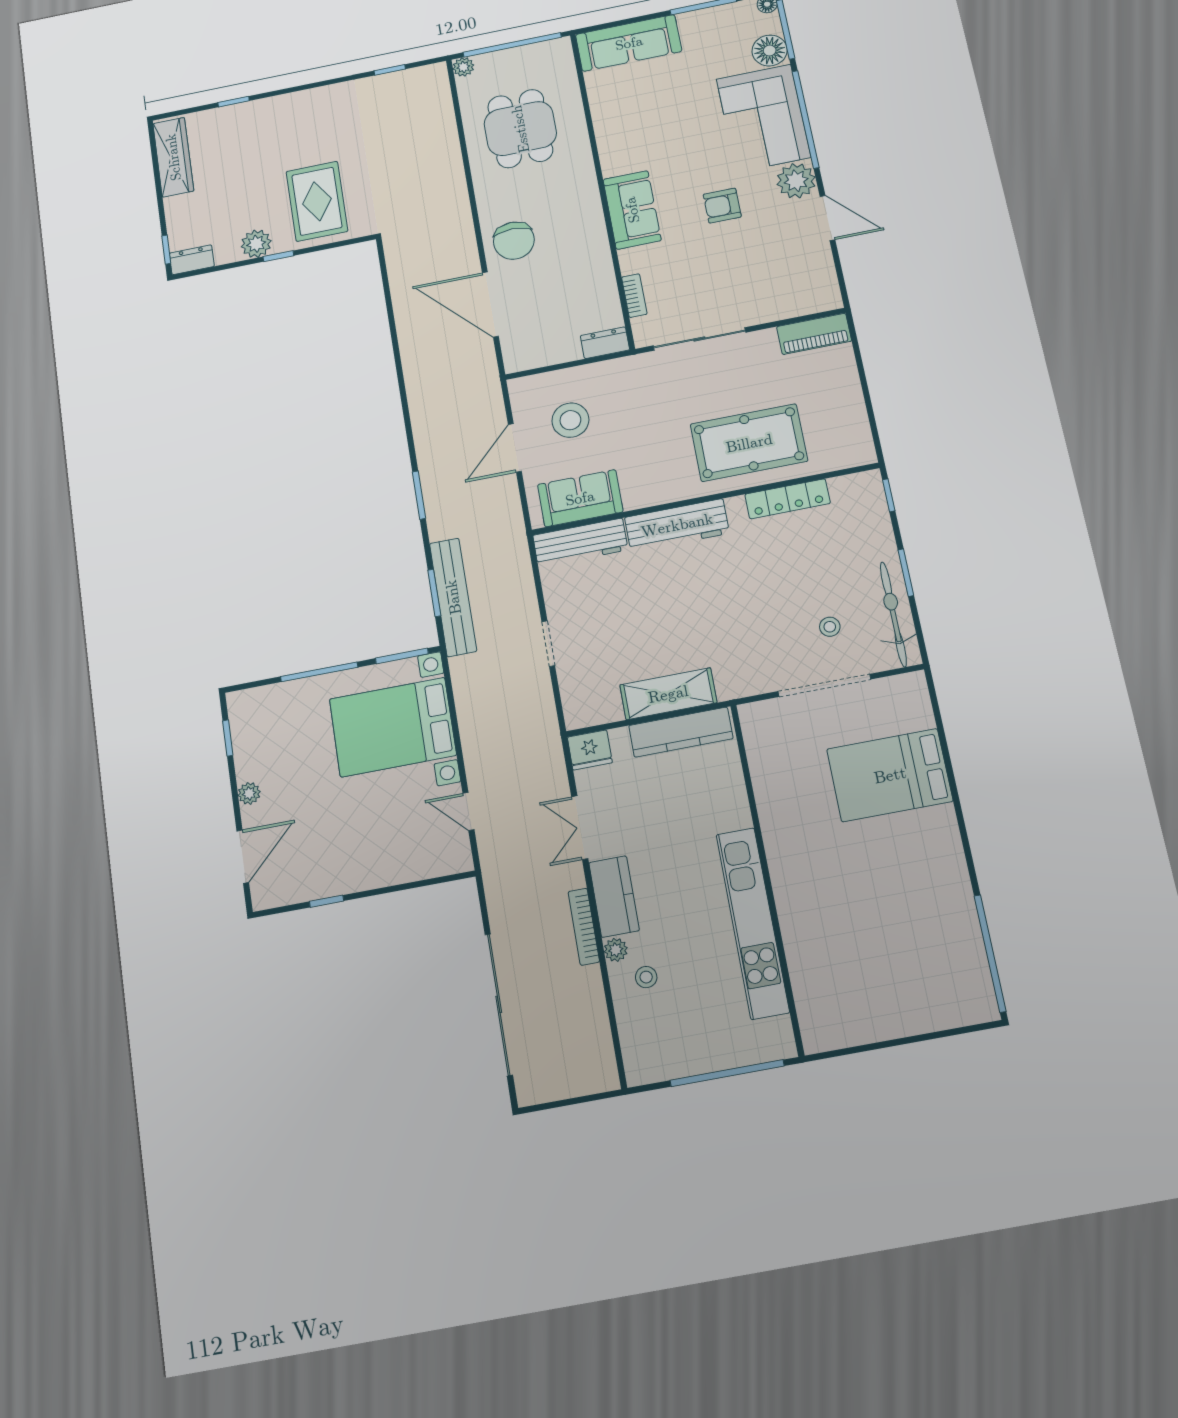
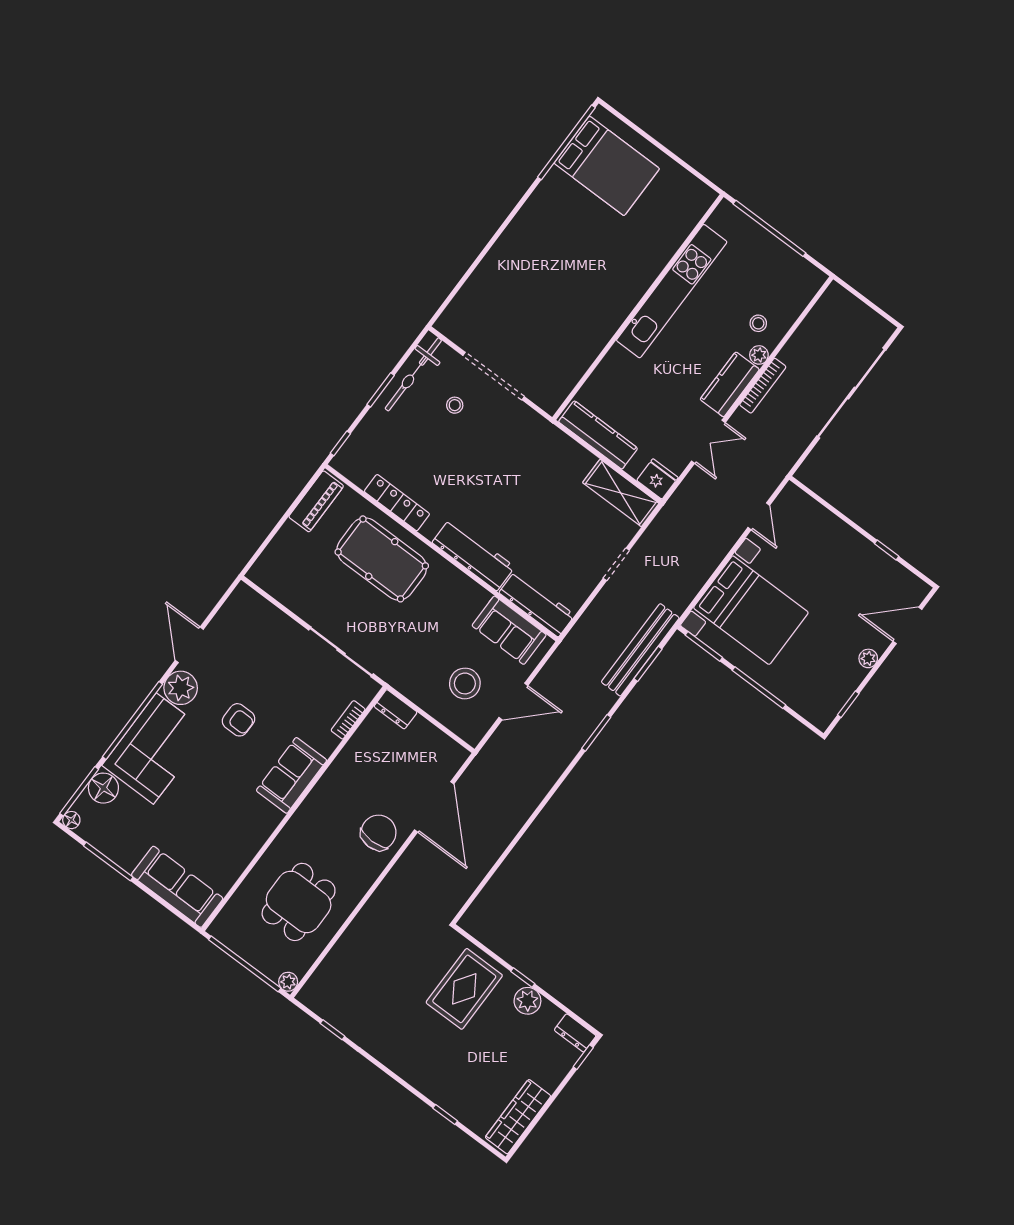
piano: (814, 334) -> (316, 501), moved, turned 90
shelving: (668, 694) -> (621, 493), moved
bed: (890, 775) -> (607, 166), moved

